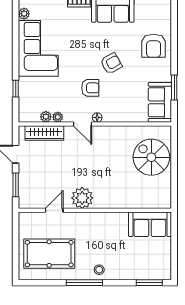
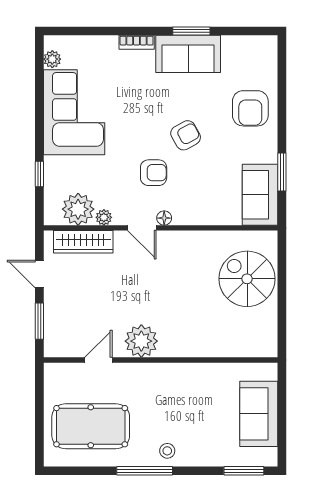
plant: (46, 117) -> (78, 209), width x1.88, depth x1.88
sofa: (150, 224) -> (259, 414), moved, turned 90

